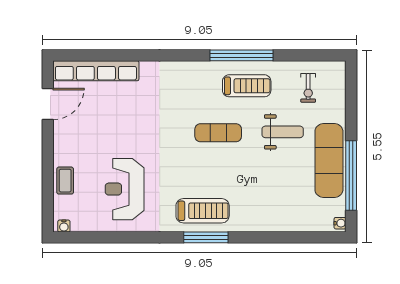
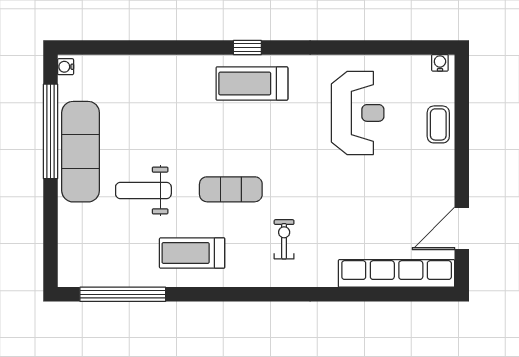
window: (241, 55) -> (123, 294), moved
exercise bike: (308, 88) -> (284, 239), moved
window: (206, 237) -> (247, 47), width x0.46

